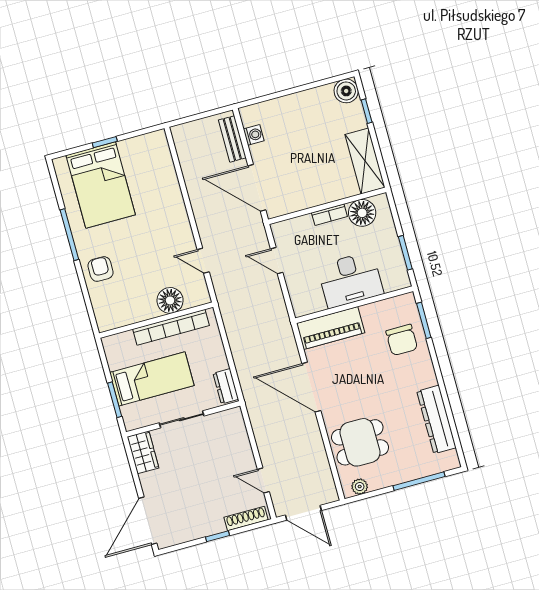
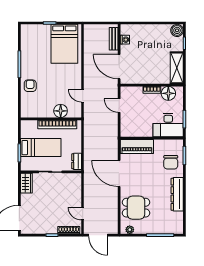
bed: (101, 185) -> (64, 44), moved
desk: (350, 280) -> (168, 125), moved
dresser: (436, 419) -> (177, 194), moved

